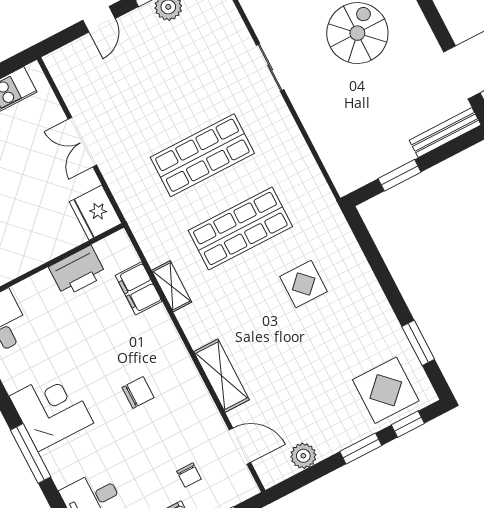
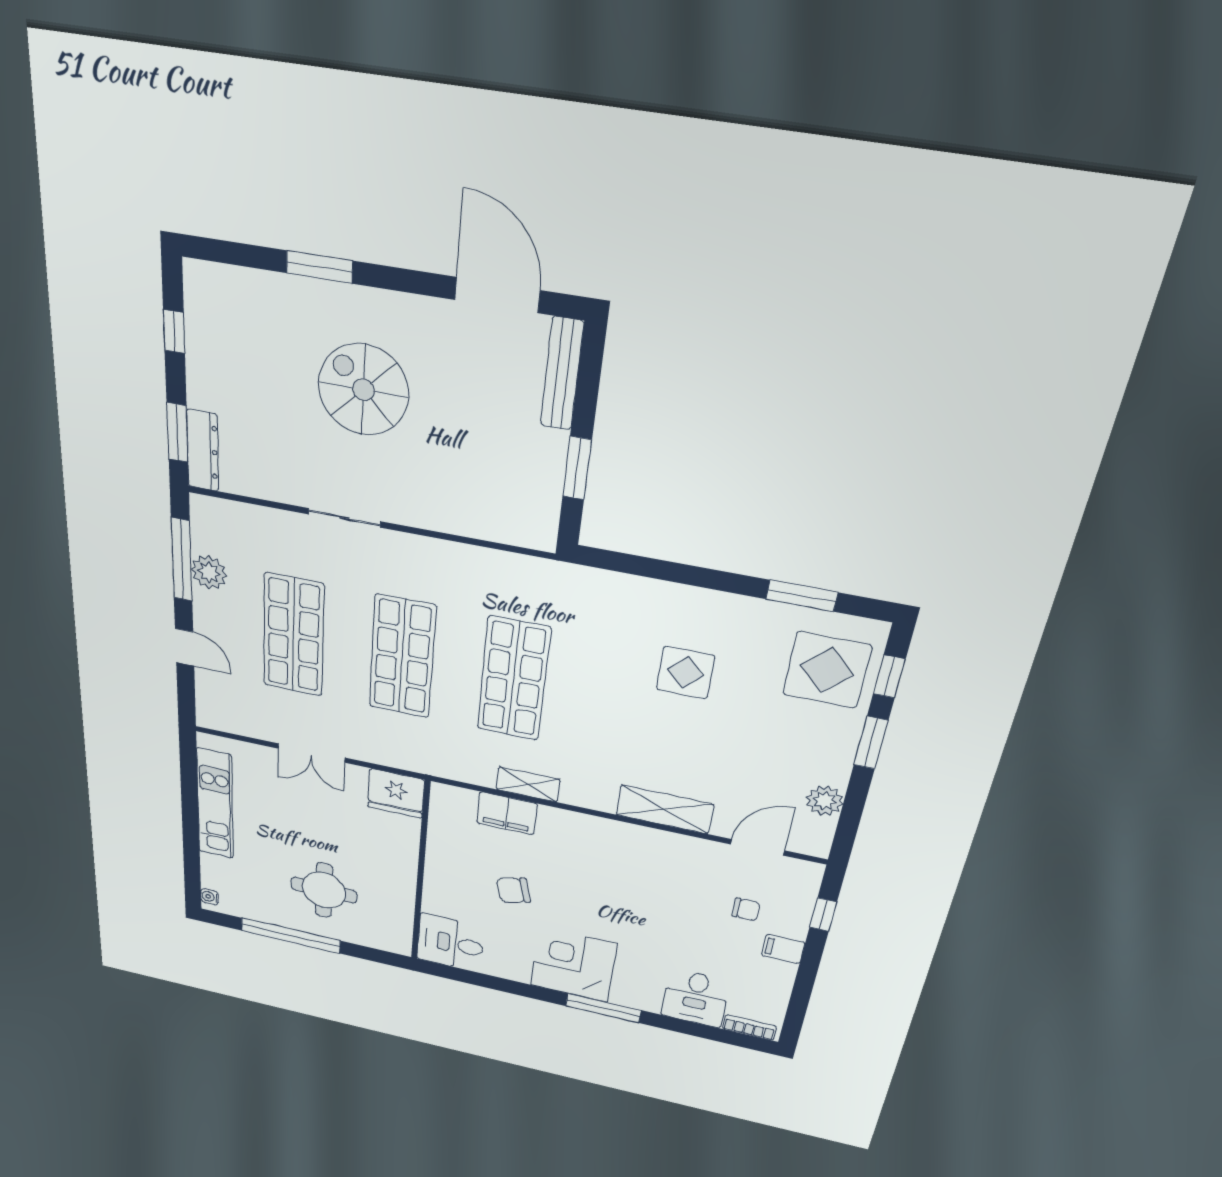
shop shelf: (164, 82) -> (294, 635), added
printer: (77, 271) -> (447, 850), removed
display table: (304, 284) -> (685, 673), moved
chair: (138, 392) -> (513, 890), moved, turned -106

